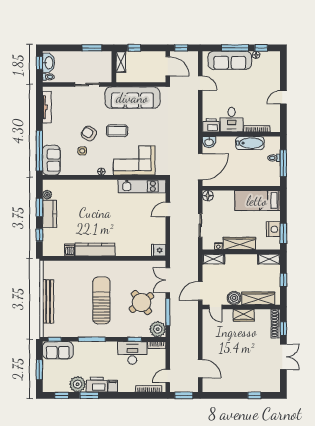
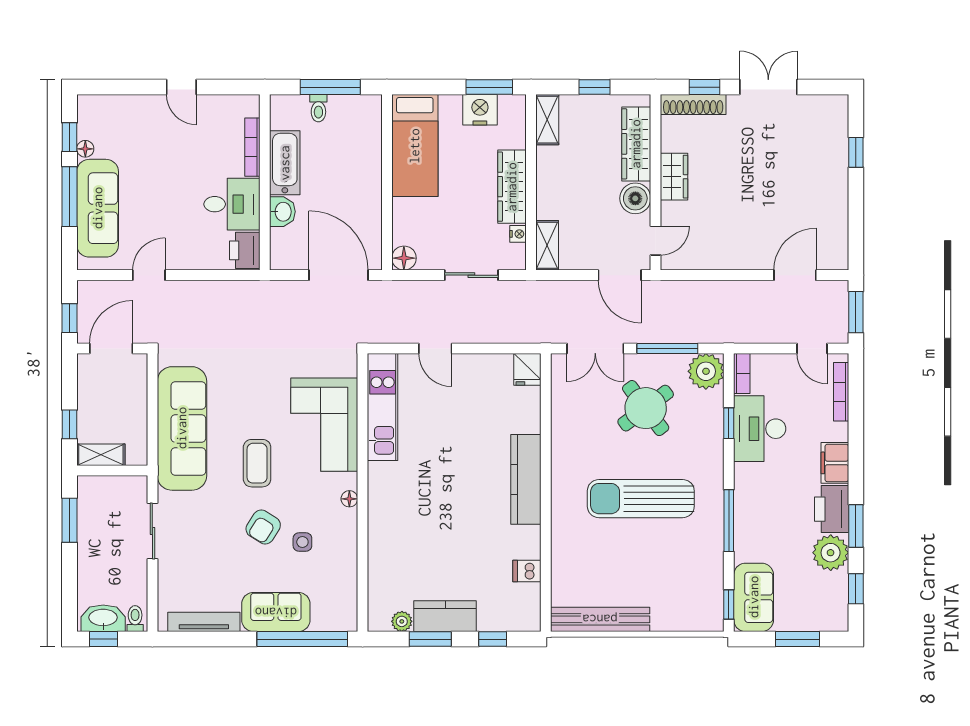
washbasin: (209, 142) -> (282, 212), moved
sofa: (51, 160) -> (276, 612), moved
kitchen counter: (95, 250) -> (526, 479), moved
bench: (48, 301) -> (600, 619), moved
filing cabinet: (113, 386) -> (835, 463), width x2.00

